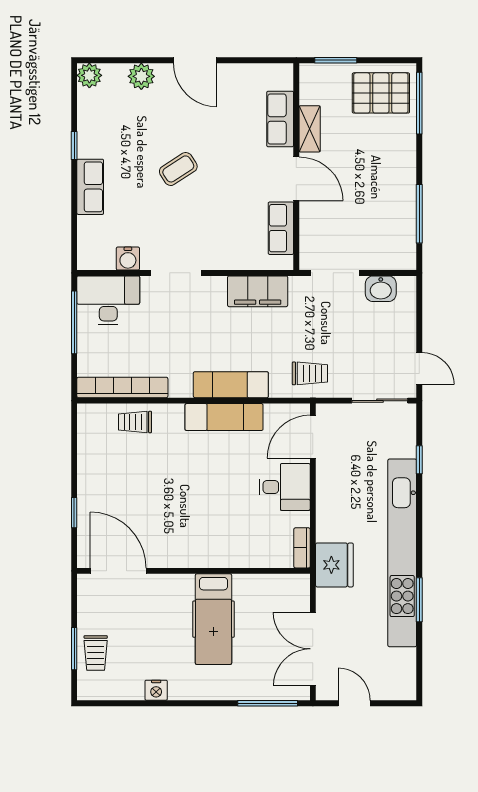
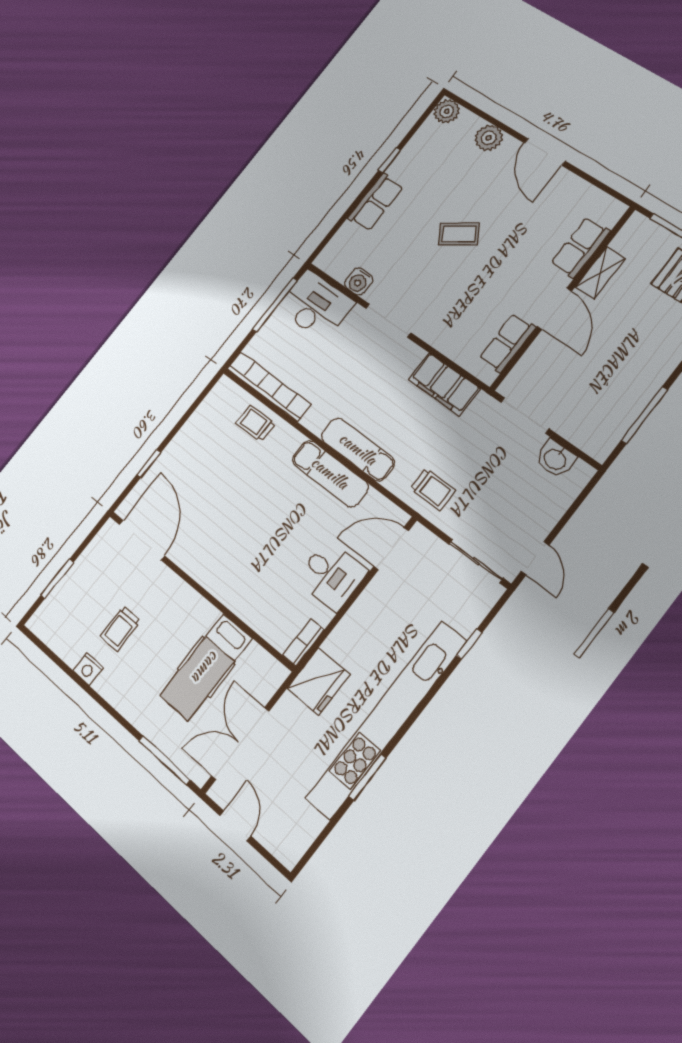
hospital bed: (213, 619) -> (206, 667), moved
trolley: (96, 653) -> (120, 629), moved

